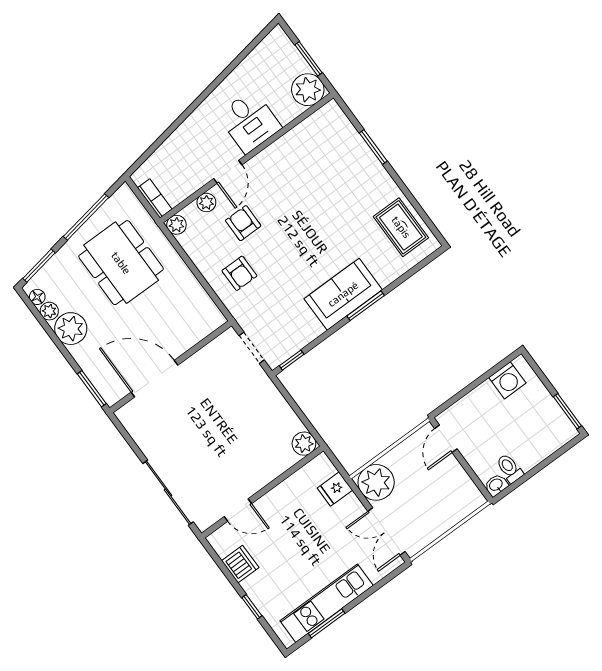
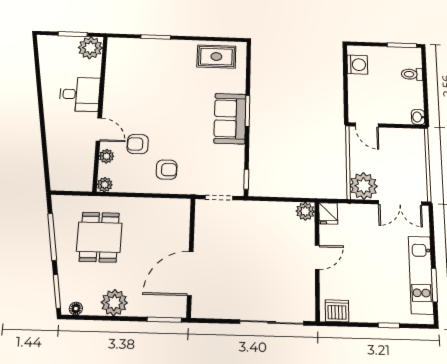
bookcase: (155, 199) -> (77, 185), removed
dining table: (121, 263) -> (99, 237), width x0.73
plant: (49, 311) -> (91, 308), removed
toilet: (510, 468) -> (412, 74), moved
fridge: (335, 489) -> (328, 213), moved
door: (238, 510) -> (317, 257), moved
dishwasher: (240, 564) -> (337, 311), moved

